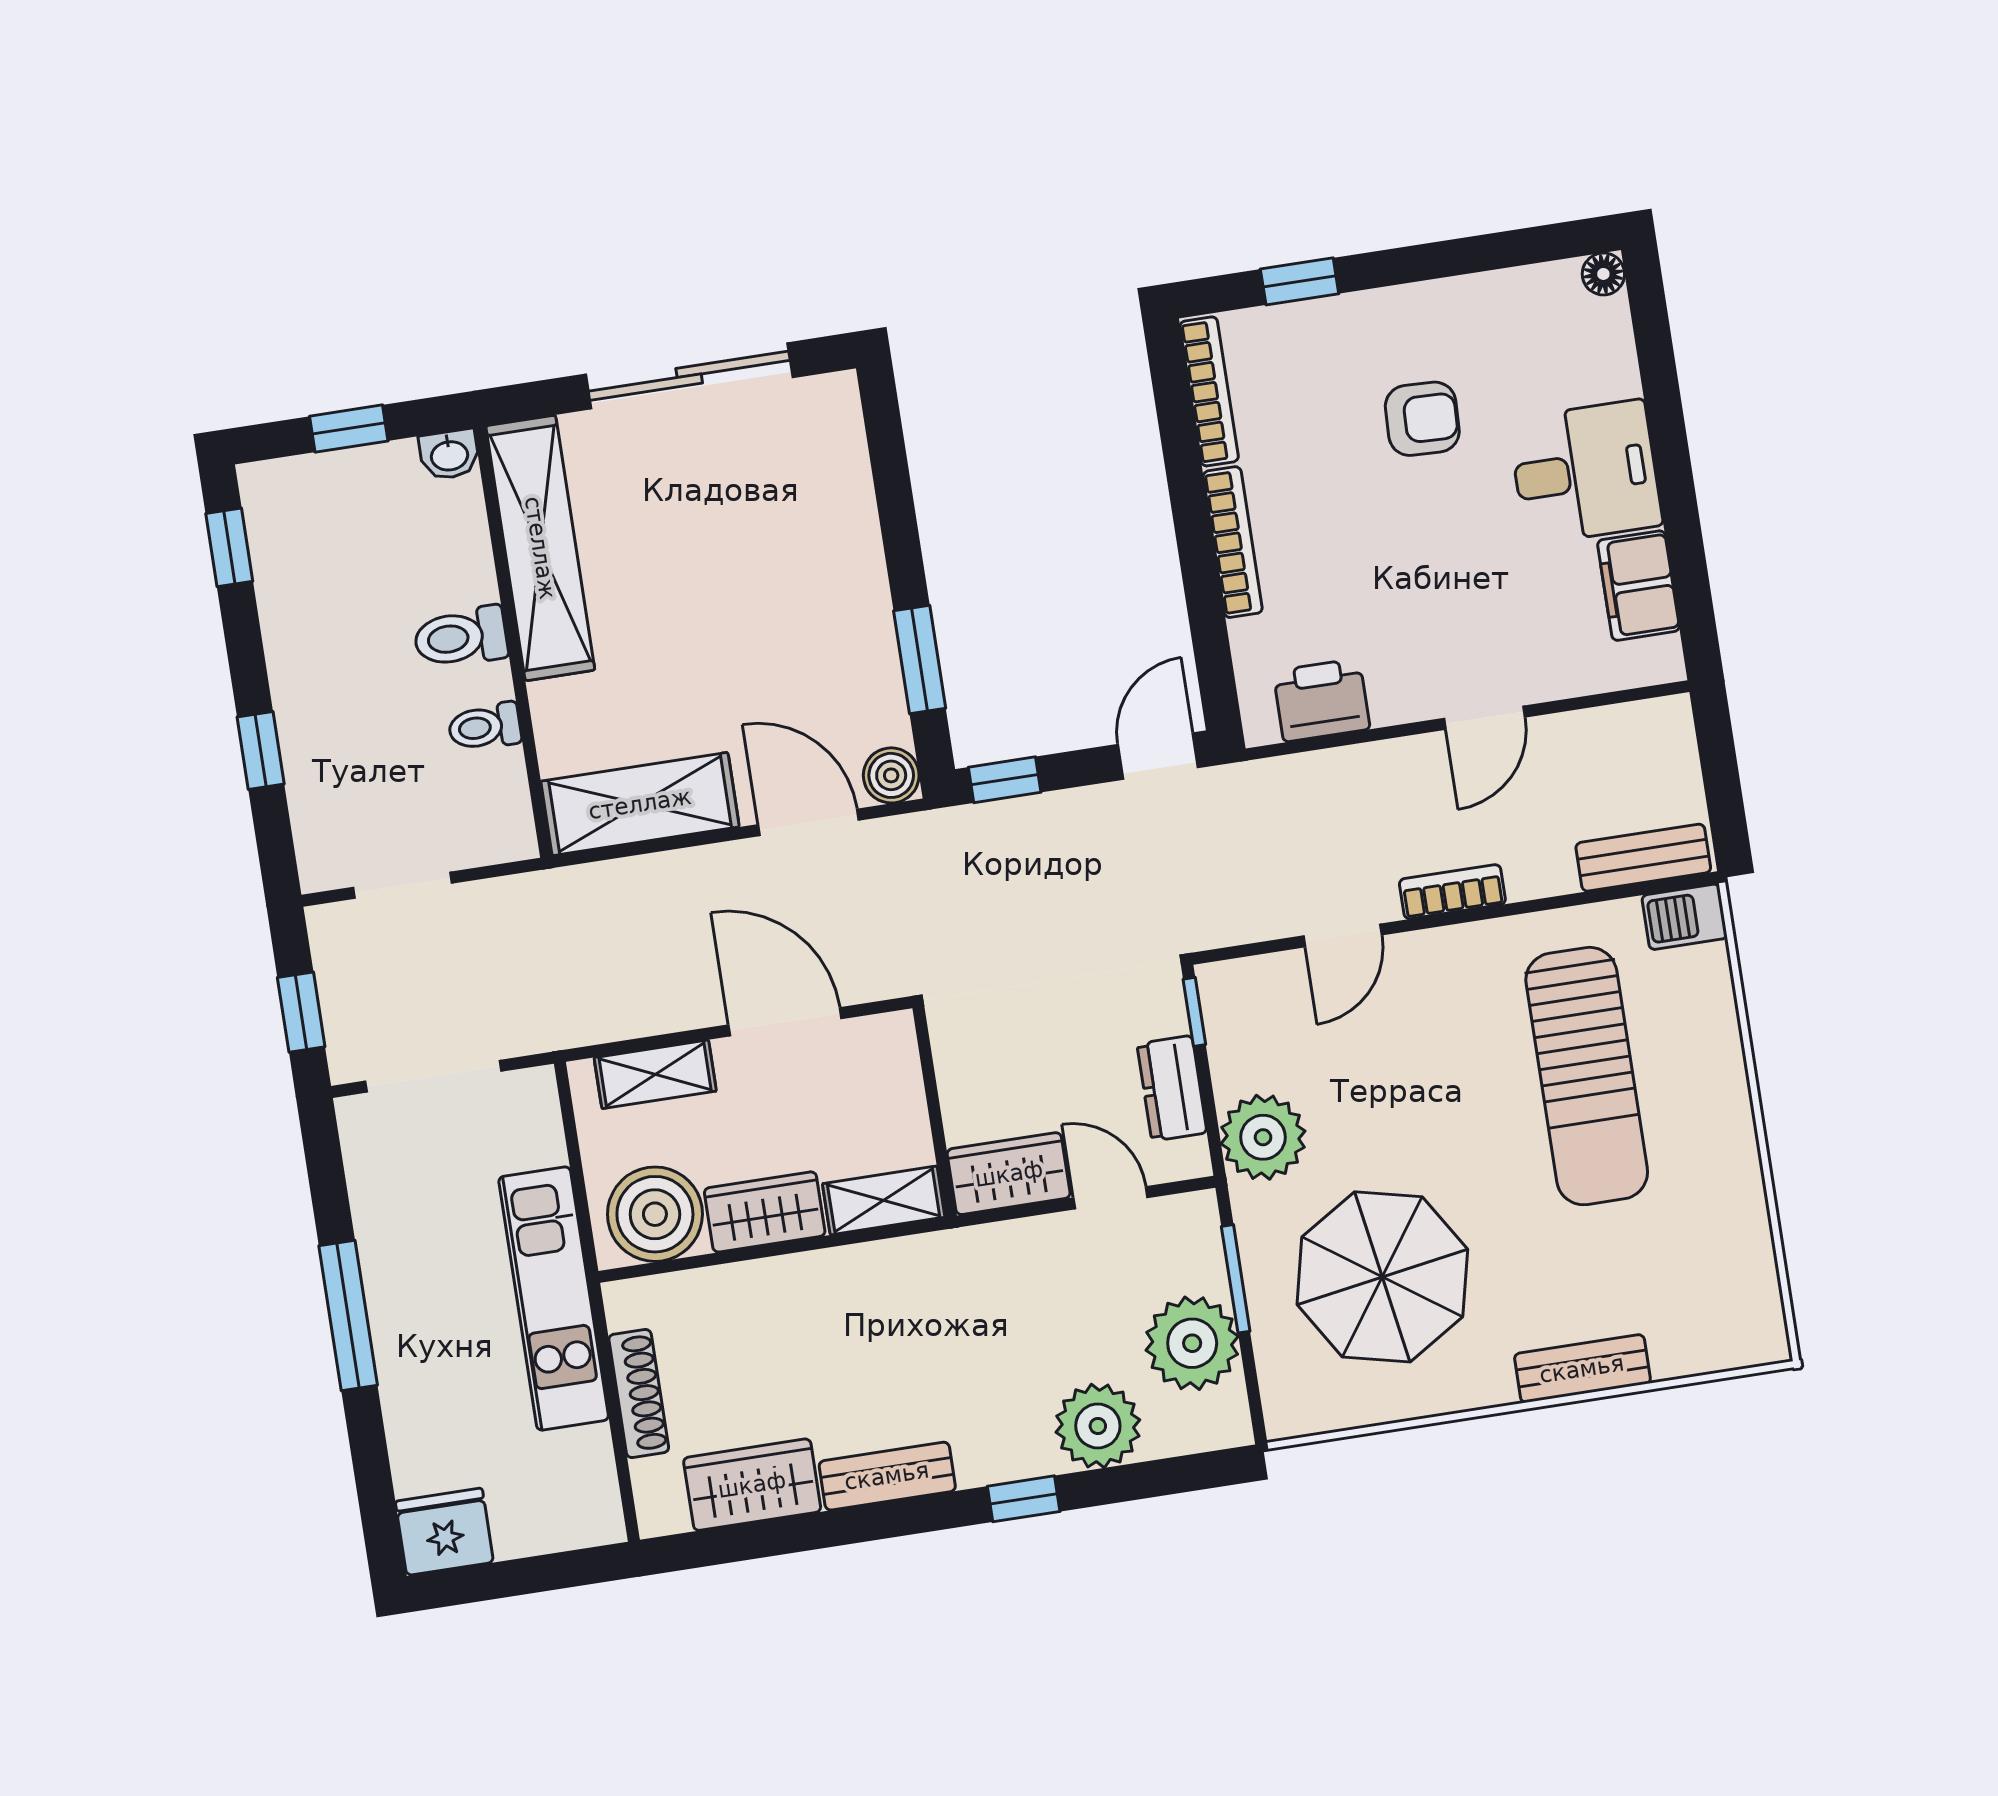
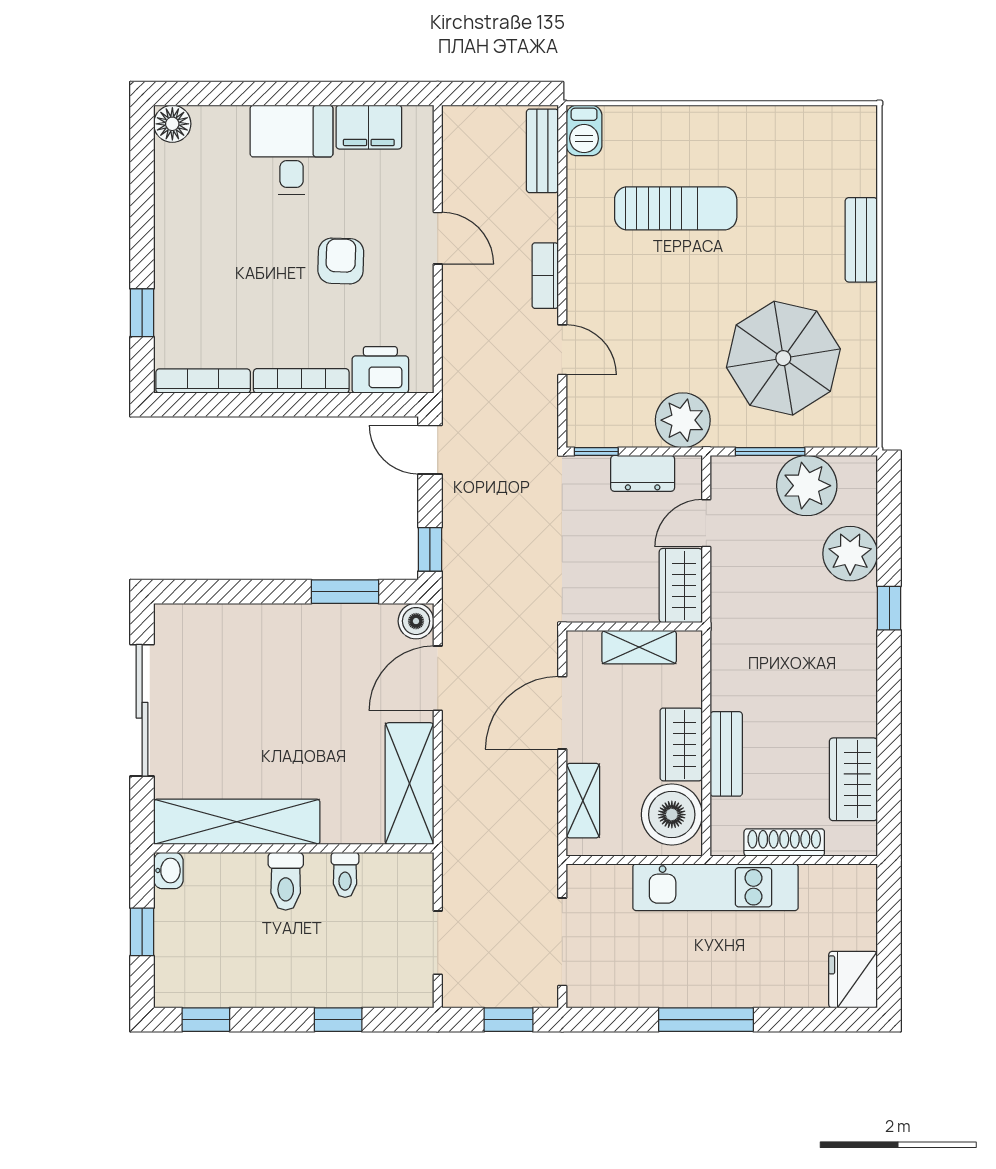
floor lamp: (1603, 274) -> (172, 124), width x1.37, depth x1.37
armchair: (1422, 419) -> (341, 261), moved
printer: (1322, 700) -> (380, 370), moved, turned 90
sun lounger: (1587, 1076) -> (676, 208), width x0.73, depth x0.75
shelving: (884, 1200) -> (639, 647), moved, turned 90
bench: (887, 1476) -> (726, 754), moved

